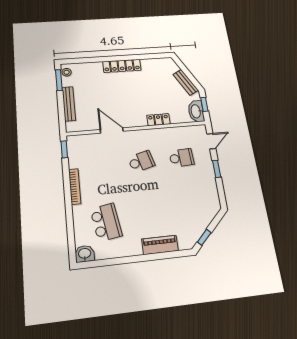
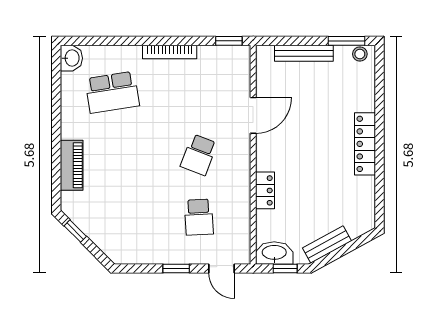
school desk: (141, 161) -> (199, 155), turned 36

